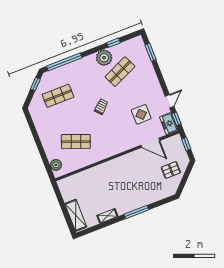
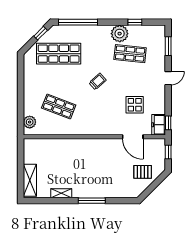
shop shelf: (120, 72) -> (130, 54), turned 30
shop shelf: (58, 96) -> (59, 54), width x1.43, depth x1.36
door: (170, 101) -> (168, 78), moved

